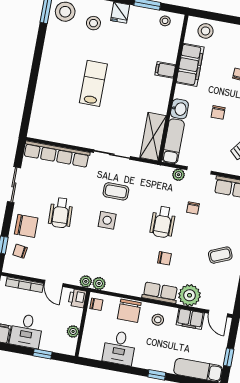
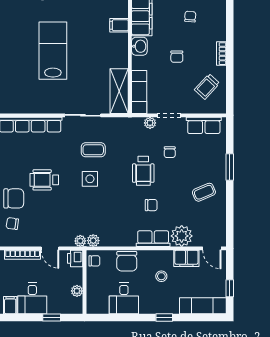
lab bench: (93, 83) -> (53, 51), width x1.36, depth x1.39
washbasin: (179, 109) -> (139, 46), moved
wheelchair: (61, 213) -> (44, 180), turned 92
stool: (158, 320) -> (161, 276), moved

